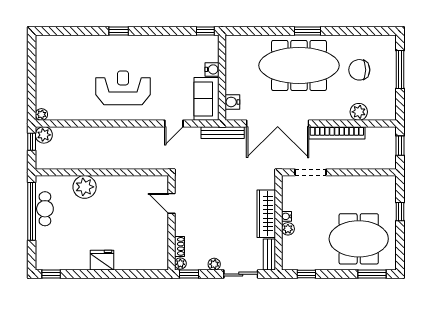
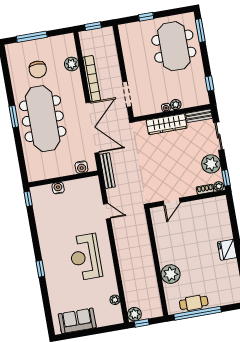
sofa: (206, 99) -> (77, 321), moved, turned 180
plant: (41, 114) -> (115, 300), moved
plant: (214, 264) -> (211, 164), width x1.87, depth x1.87

